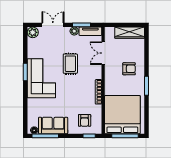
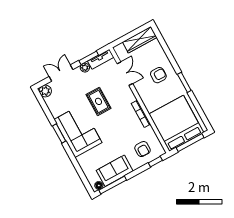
double door: (103, 53) -> (125, 74), swing flipped

